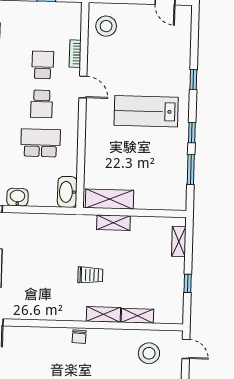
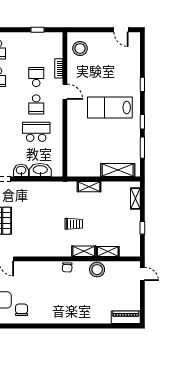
washbasin: (67, 192) -> (40, 170), moved, turned 90
shelving: (110, 199) -> (118, 170), moved
stool: (149, 353) -> (97, 270), moved

